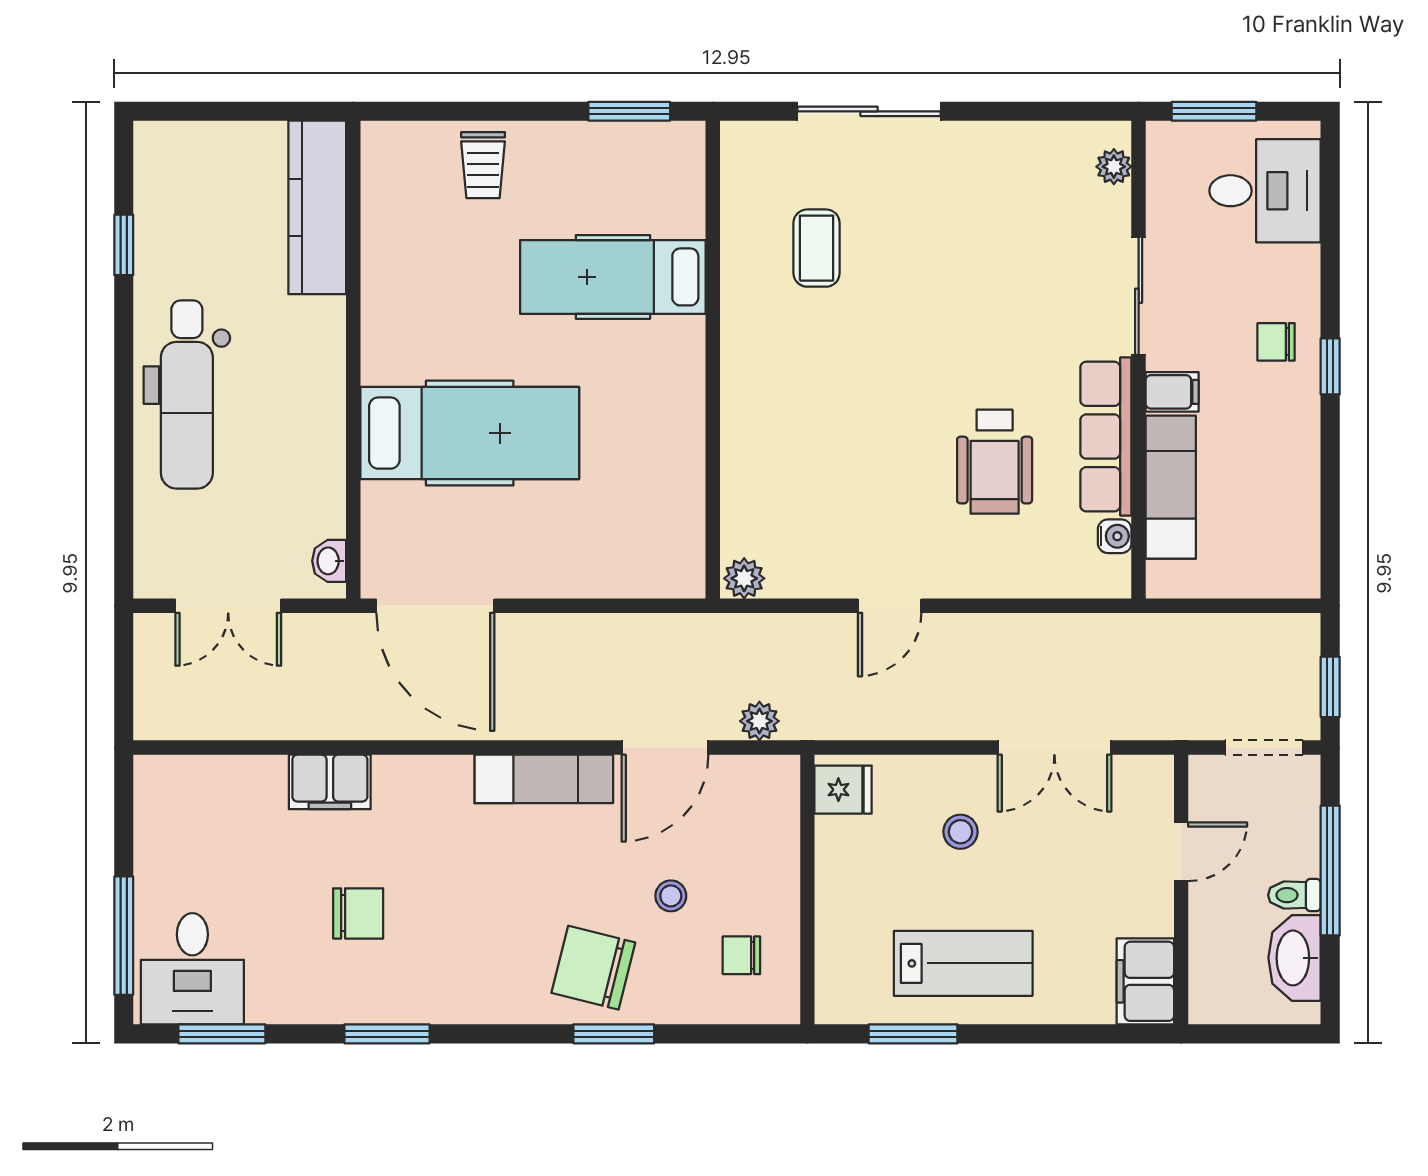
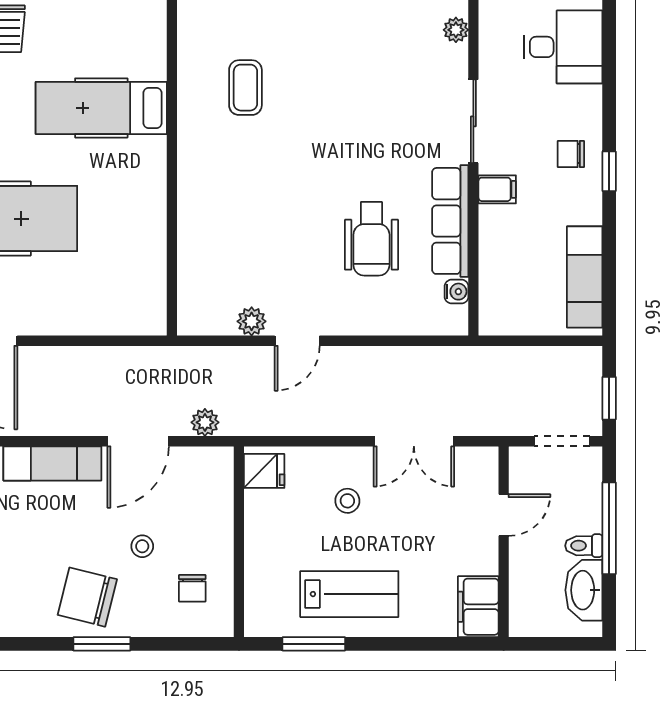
exam couch: (1171, 487) -> (585, 277), moved, turned 180
plant: (744, 578) -> (252, 321), moved
chair: (741, 955) -> (192, 588), turned -90

